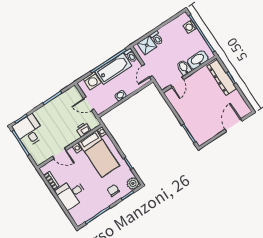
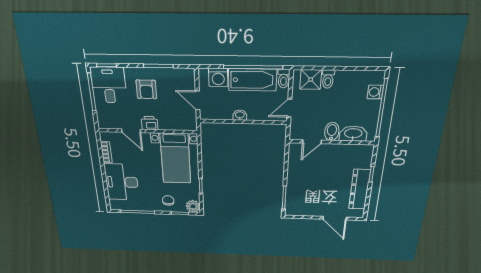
dresser: (222, 77) -> (359, 189), moved
armchair: (53, 118) -> (146, 89), added
door: (234, 125) -> (335, 218), swing flipped
printer: (83, 129) -> (150, 123), moved
desk: (71, 194) -> (122, 182), width x1.37

